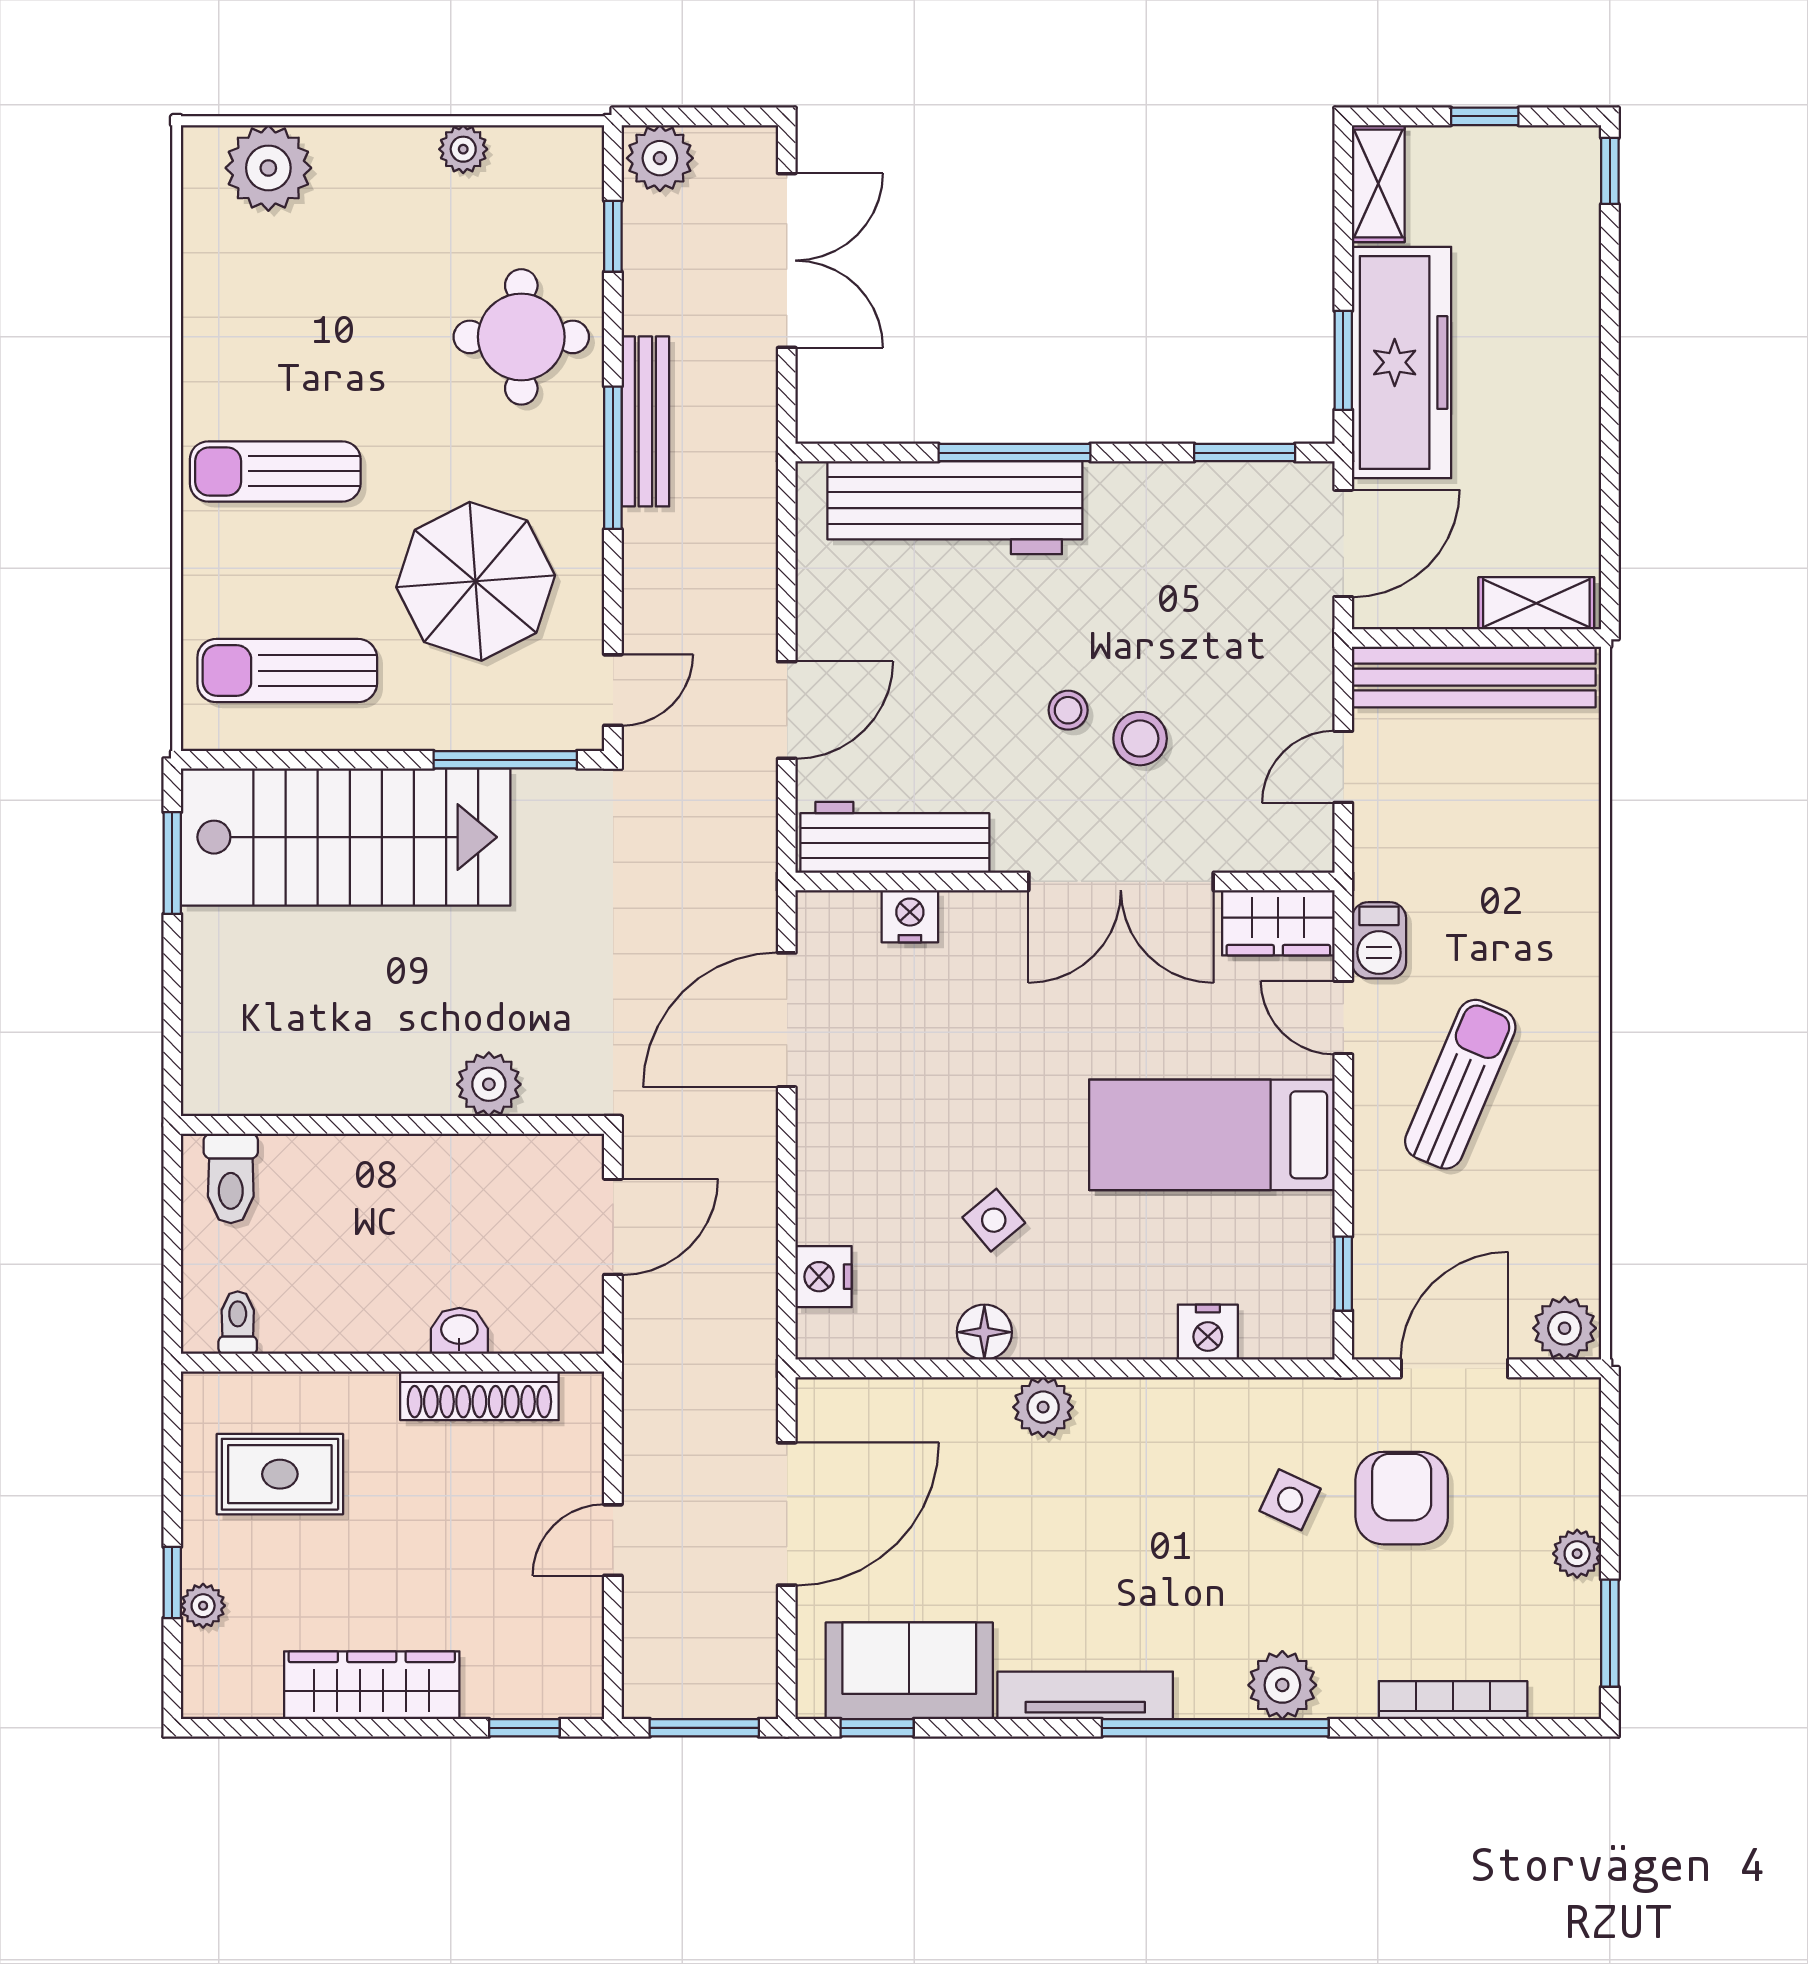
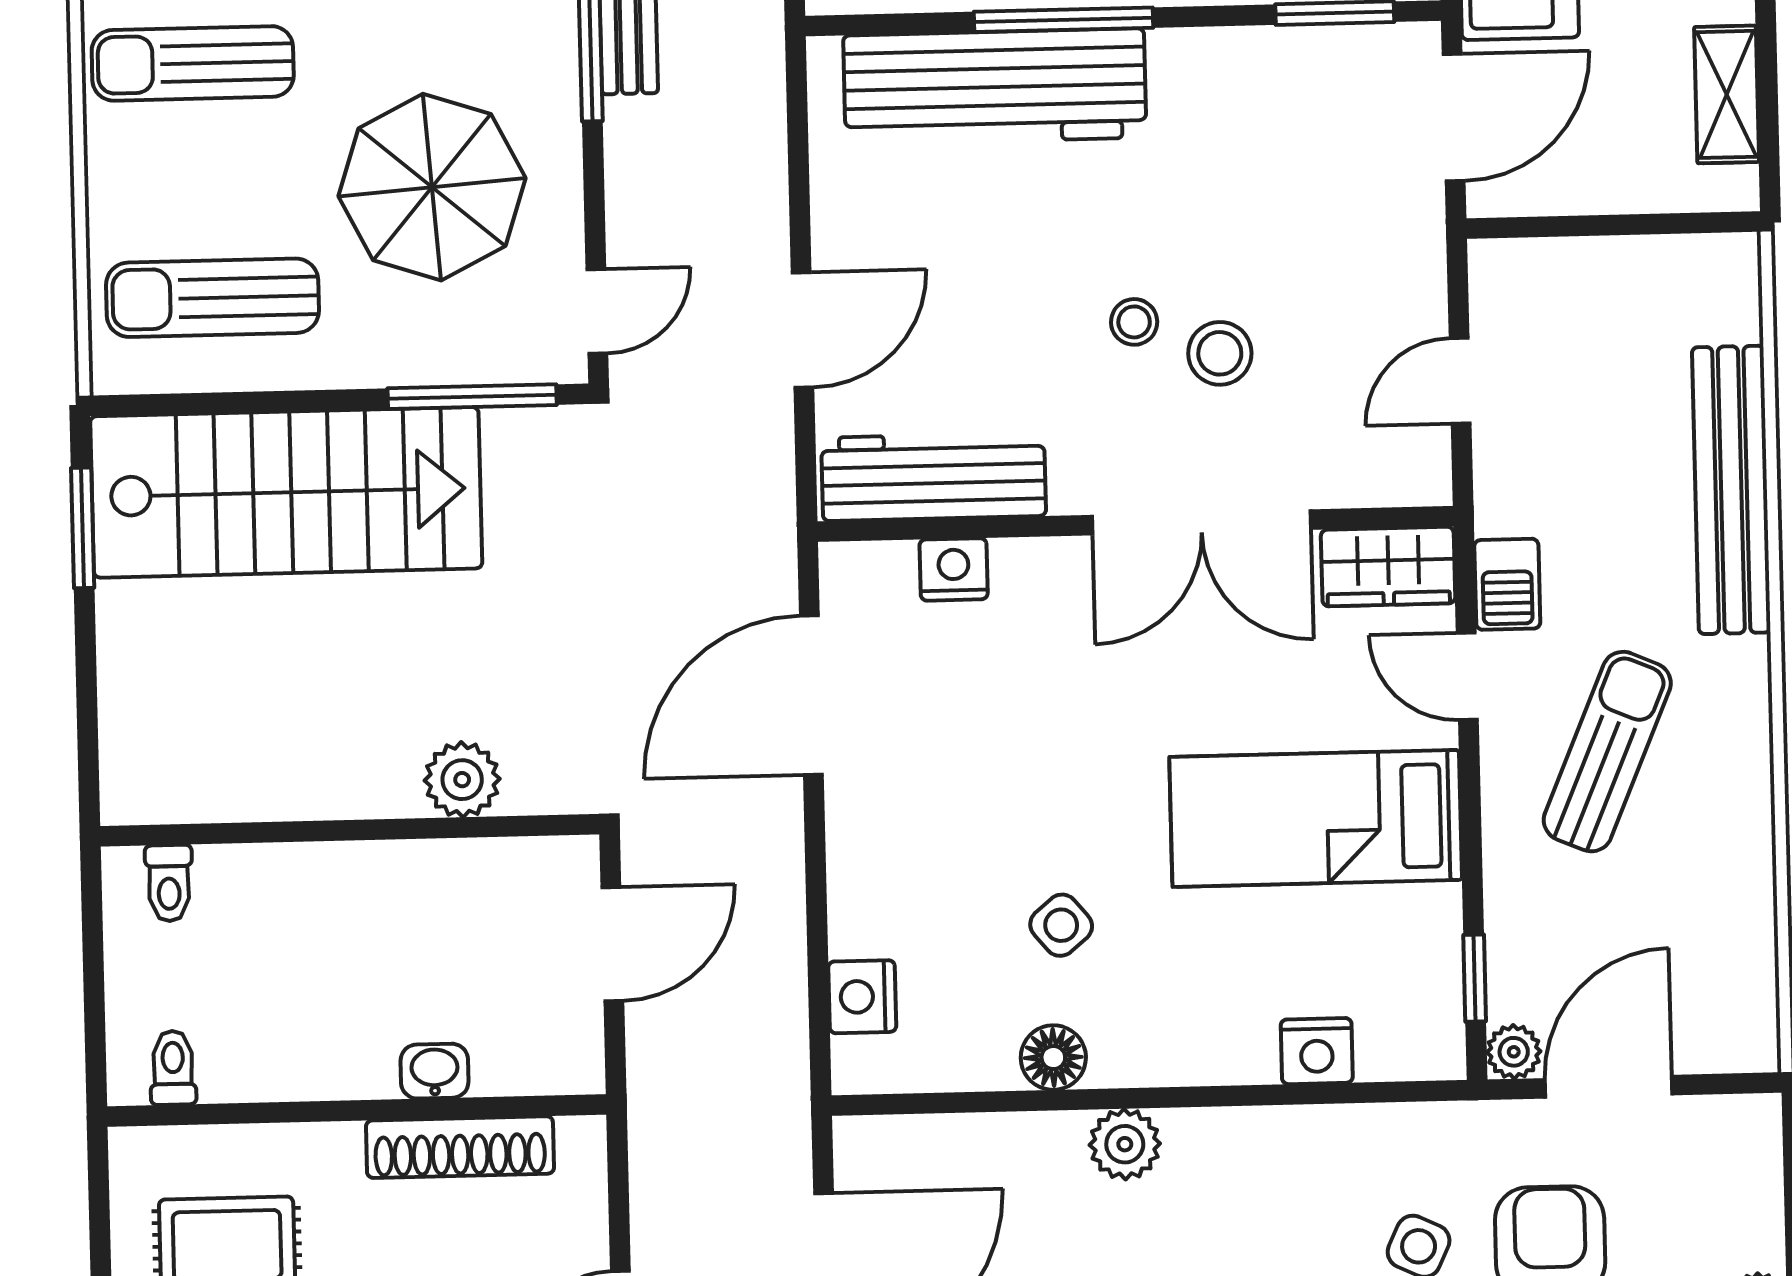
shelving: (1536, 603) -> (1727, 94), moved, turned 90
bench: (1474, 677) -> (1731, 490), moved, turned 90
toilet: (231, 1178) -> (169, 883), width x0.73, depth x0.72
plant: (1565, 1328) -> (1514, 1052), moved, width x0.73, depth x0.73

